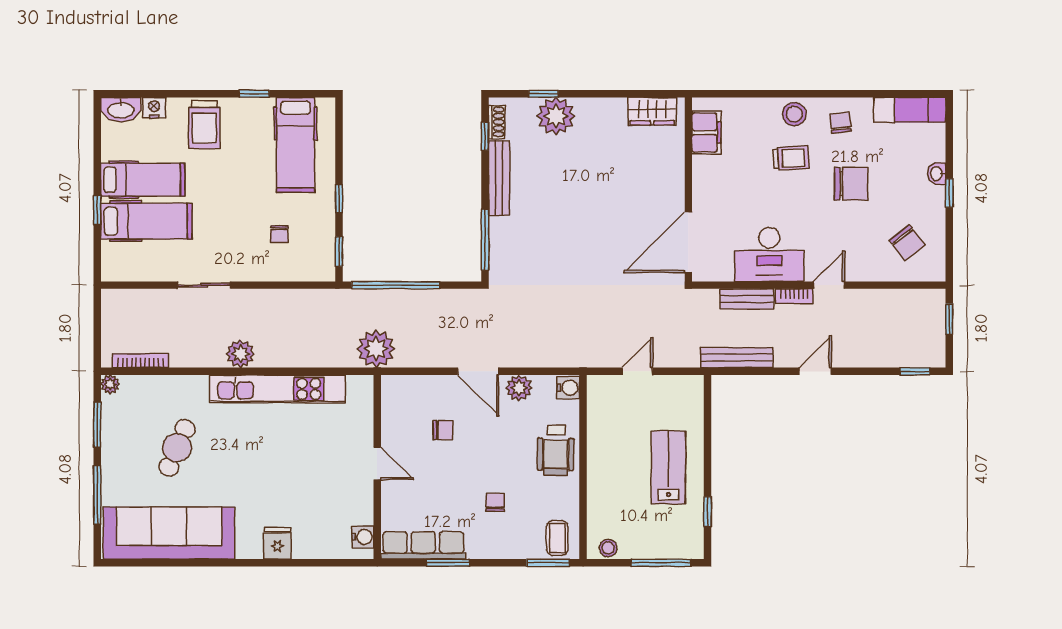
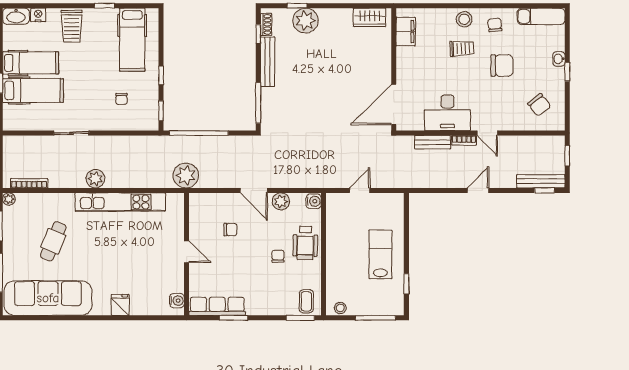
door: (829, 285) -> (487, 133), swing flipped
bench: (737, 358) -> (541, 181), moved
chair: (495, 502) -> (278, 256), moved

